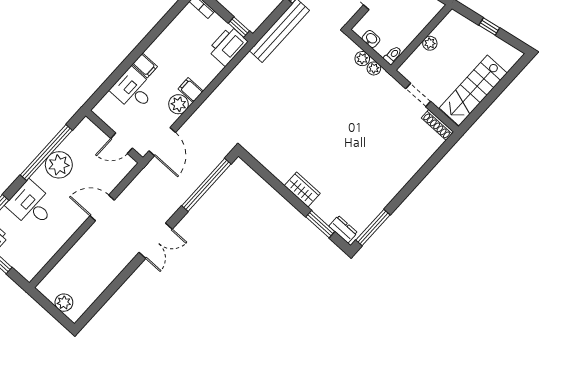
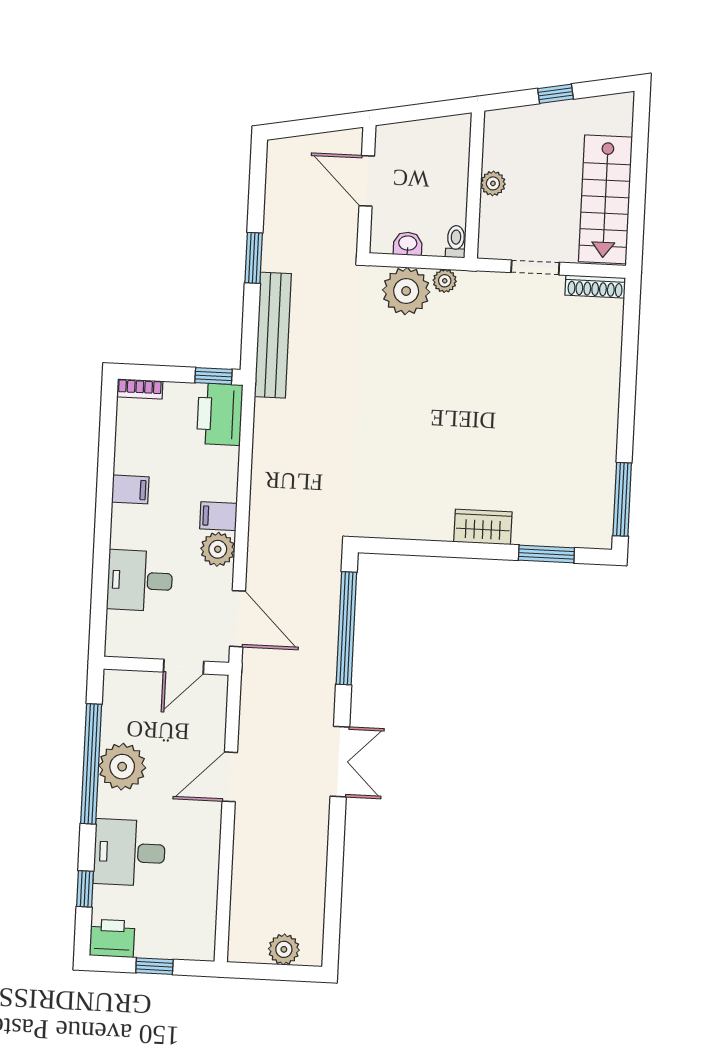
plant: (362, 59) -> (406, 291), width x1.88, depth x1.88
filing cabinet: (145, 65) -> (130, 489), moved
dresser: (343, 229) -> (584, 535), removed

